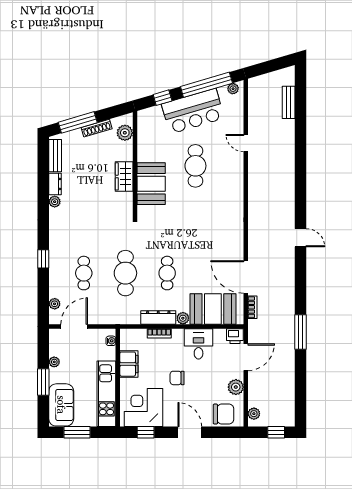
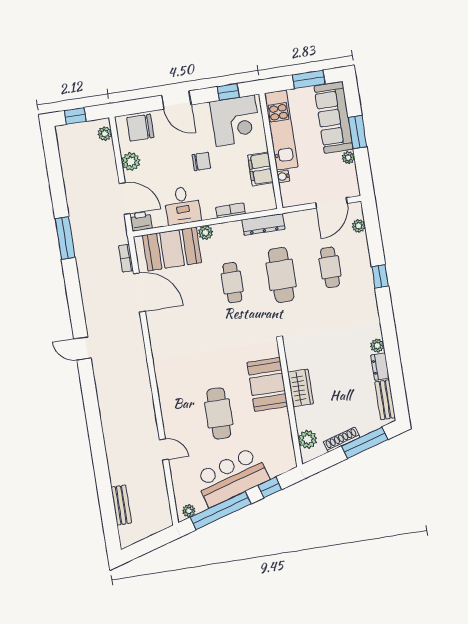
dresser: (158, 317) -> (263, 224), moved
water cooler: (111, 341) -> (283, 176), moved
door: (246, 357) -> (125, 199), swing flipped
sofa: (61, 405) -> (334, 117), width x1.36

